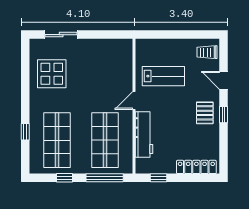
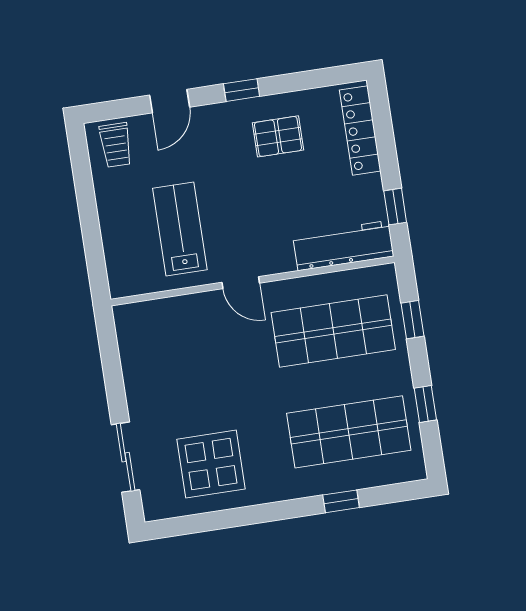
pallet: (205, 113) -> (278, 136), moved
workbench: (144, 134) -> (343, 246), moved
window: (105, 178) -> (412, 320), width x0.46

